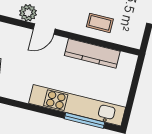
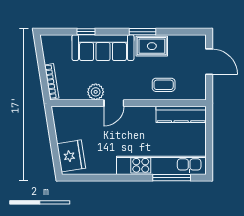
kitchen counter: (92, 53) -> (181, 114), moved

